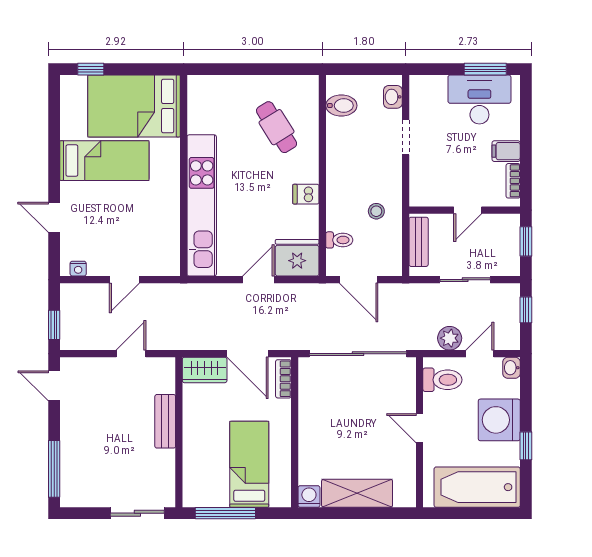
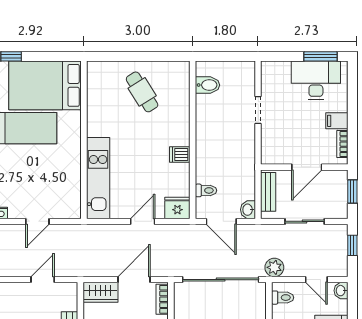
washbasin: (393, 97) -> (248, 210), moved
cafe table: (277, 127) -> (142, 92), moved
kitchen unit: (202, 205) -> (98, 178), width x0.73
door: (468, 210) -> (307, 167), width x1.38
stool: (376, 211) -> (235, 168), removed
fridge: (297, 258) -> (177, 208), width x0.73, depth x0.75
plant: (450, 338) -> (274, 267), moved
door: (248, 354) -> (134, 280), swing flipped
door: (480, 354) -> (316, 280), swing flipped
toilet: (442, 380) -> (283, 298), width x0.73, depth x0.72

